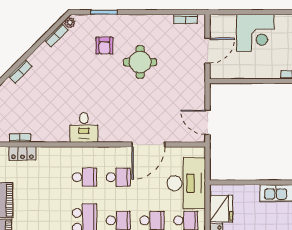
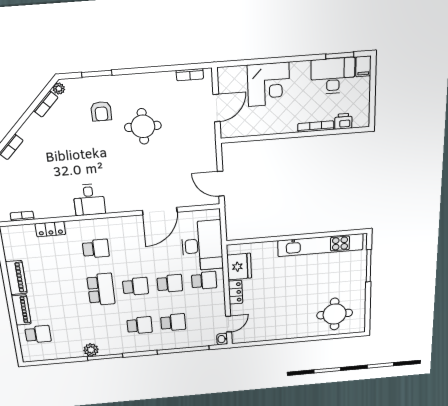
locker: (22, 153) -> (50, 229), moved
school desk: (118, 177) -> (131, 246), removed

